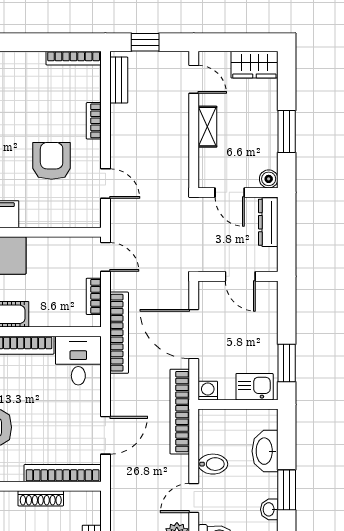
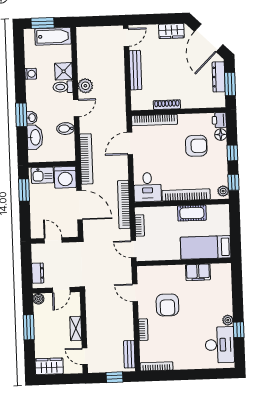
door: (230, 192) -> (61, 290), swing flipped
dresser: (268, 222) -> (38, 273), width x0.70
washing machine: (208, 391) -> (65, 177), width x1.89, depth x1.89
washbasin: (269, 509) -> (32, 118), moved

